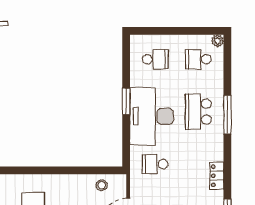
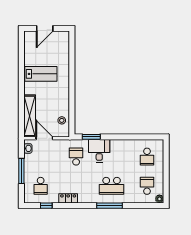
window: (126, 101) -> (91, 137), moved
school desk: (198, 112) -> (112, 186), turned 180
desk: (152, 116) -> (99, 151), width x0.53, depth x0.77

